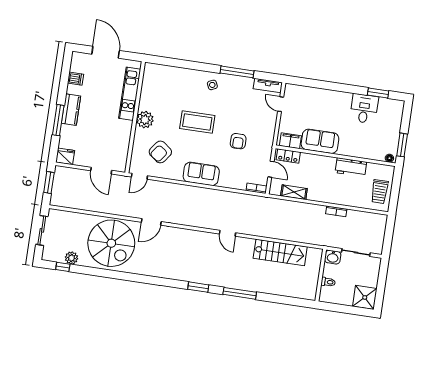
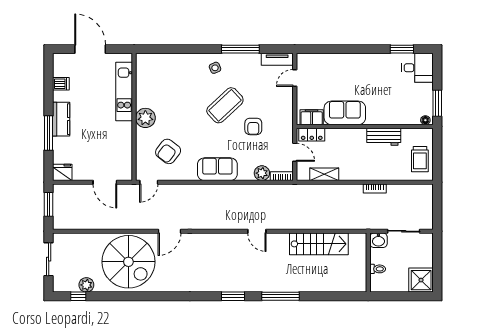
door: (281, 104) -> (295, 78), hinge flipped
desk: (364, 109) -> (417, 68), moved, turned 90
coffee table: (197, 122) -> (225, 105), moved, turned -43
plant: (240, 183) -> (262, 173), added

